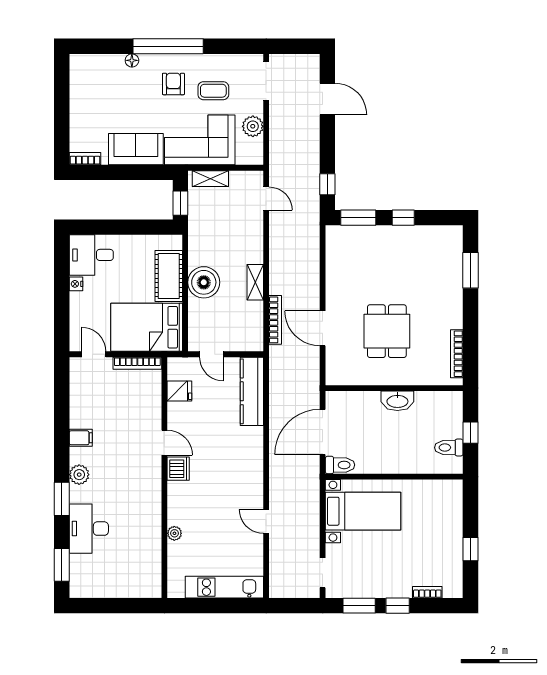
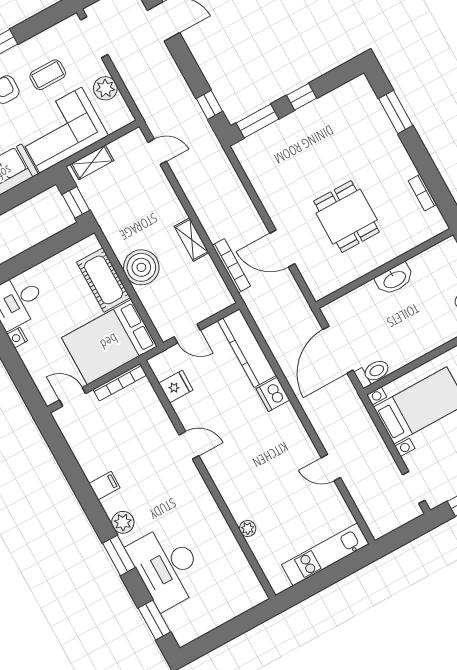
bookcase: (457, 354) -> (422, 193), width x0.64
dishwasher: (178, 469) -> (273, 394), moved, turned 180
desk: (89, 529) -> (167, 567), width x1.36, depth x1.30

